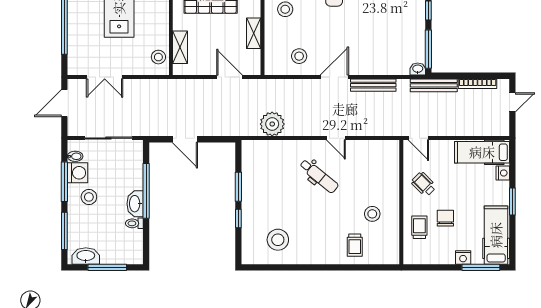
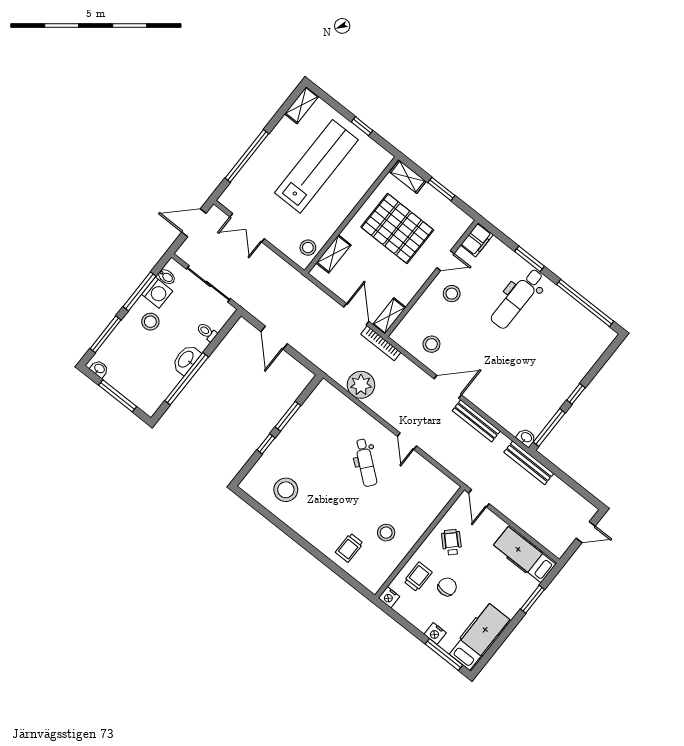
shelving: (254, 33) -> (389, 316), moved
bookcase: (478, 84) -> (381, 343), moved
nightstand: (503, 173) -> (389, 597), moved, turned 90
window: (146, 191) -> (187, 379), moved
window: (512, 202) -> (533, 599), moved
toilet: (134, 223) -> (207, 332), moved
washbasin: (86, 256) -> (99, 369), width x0.52, depth x0.69

